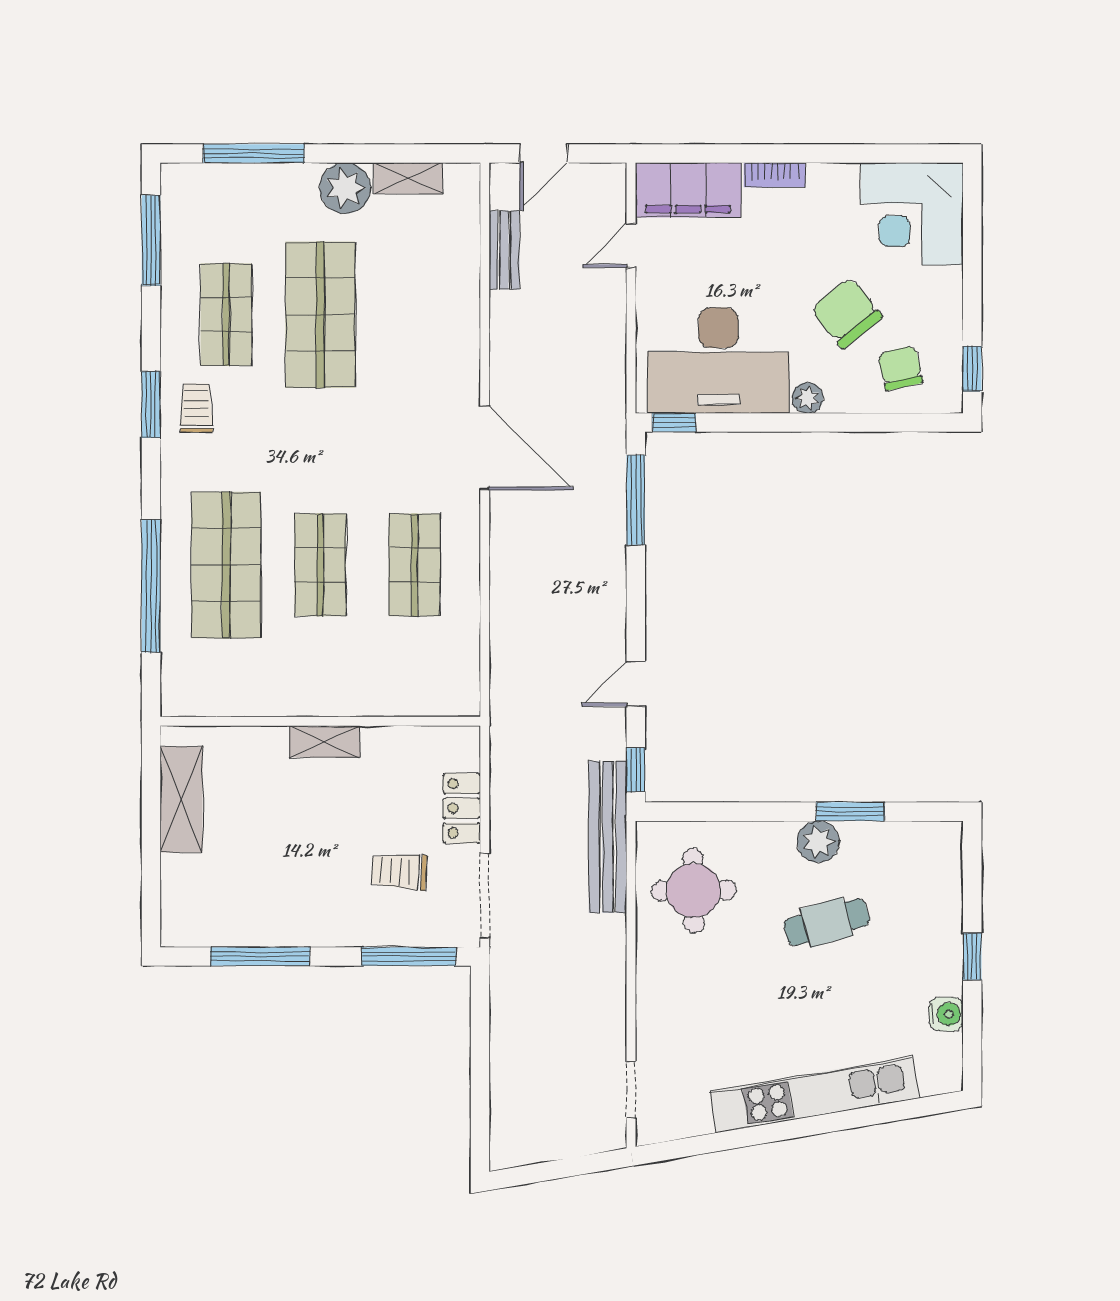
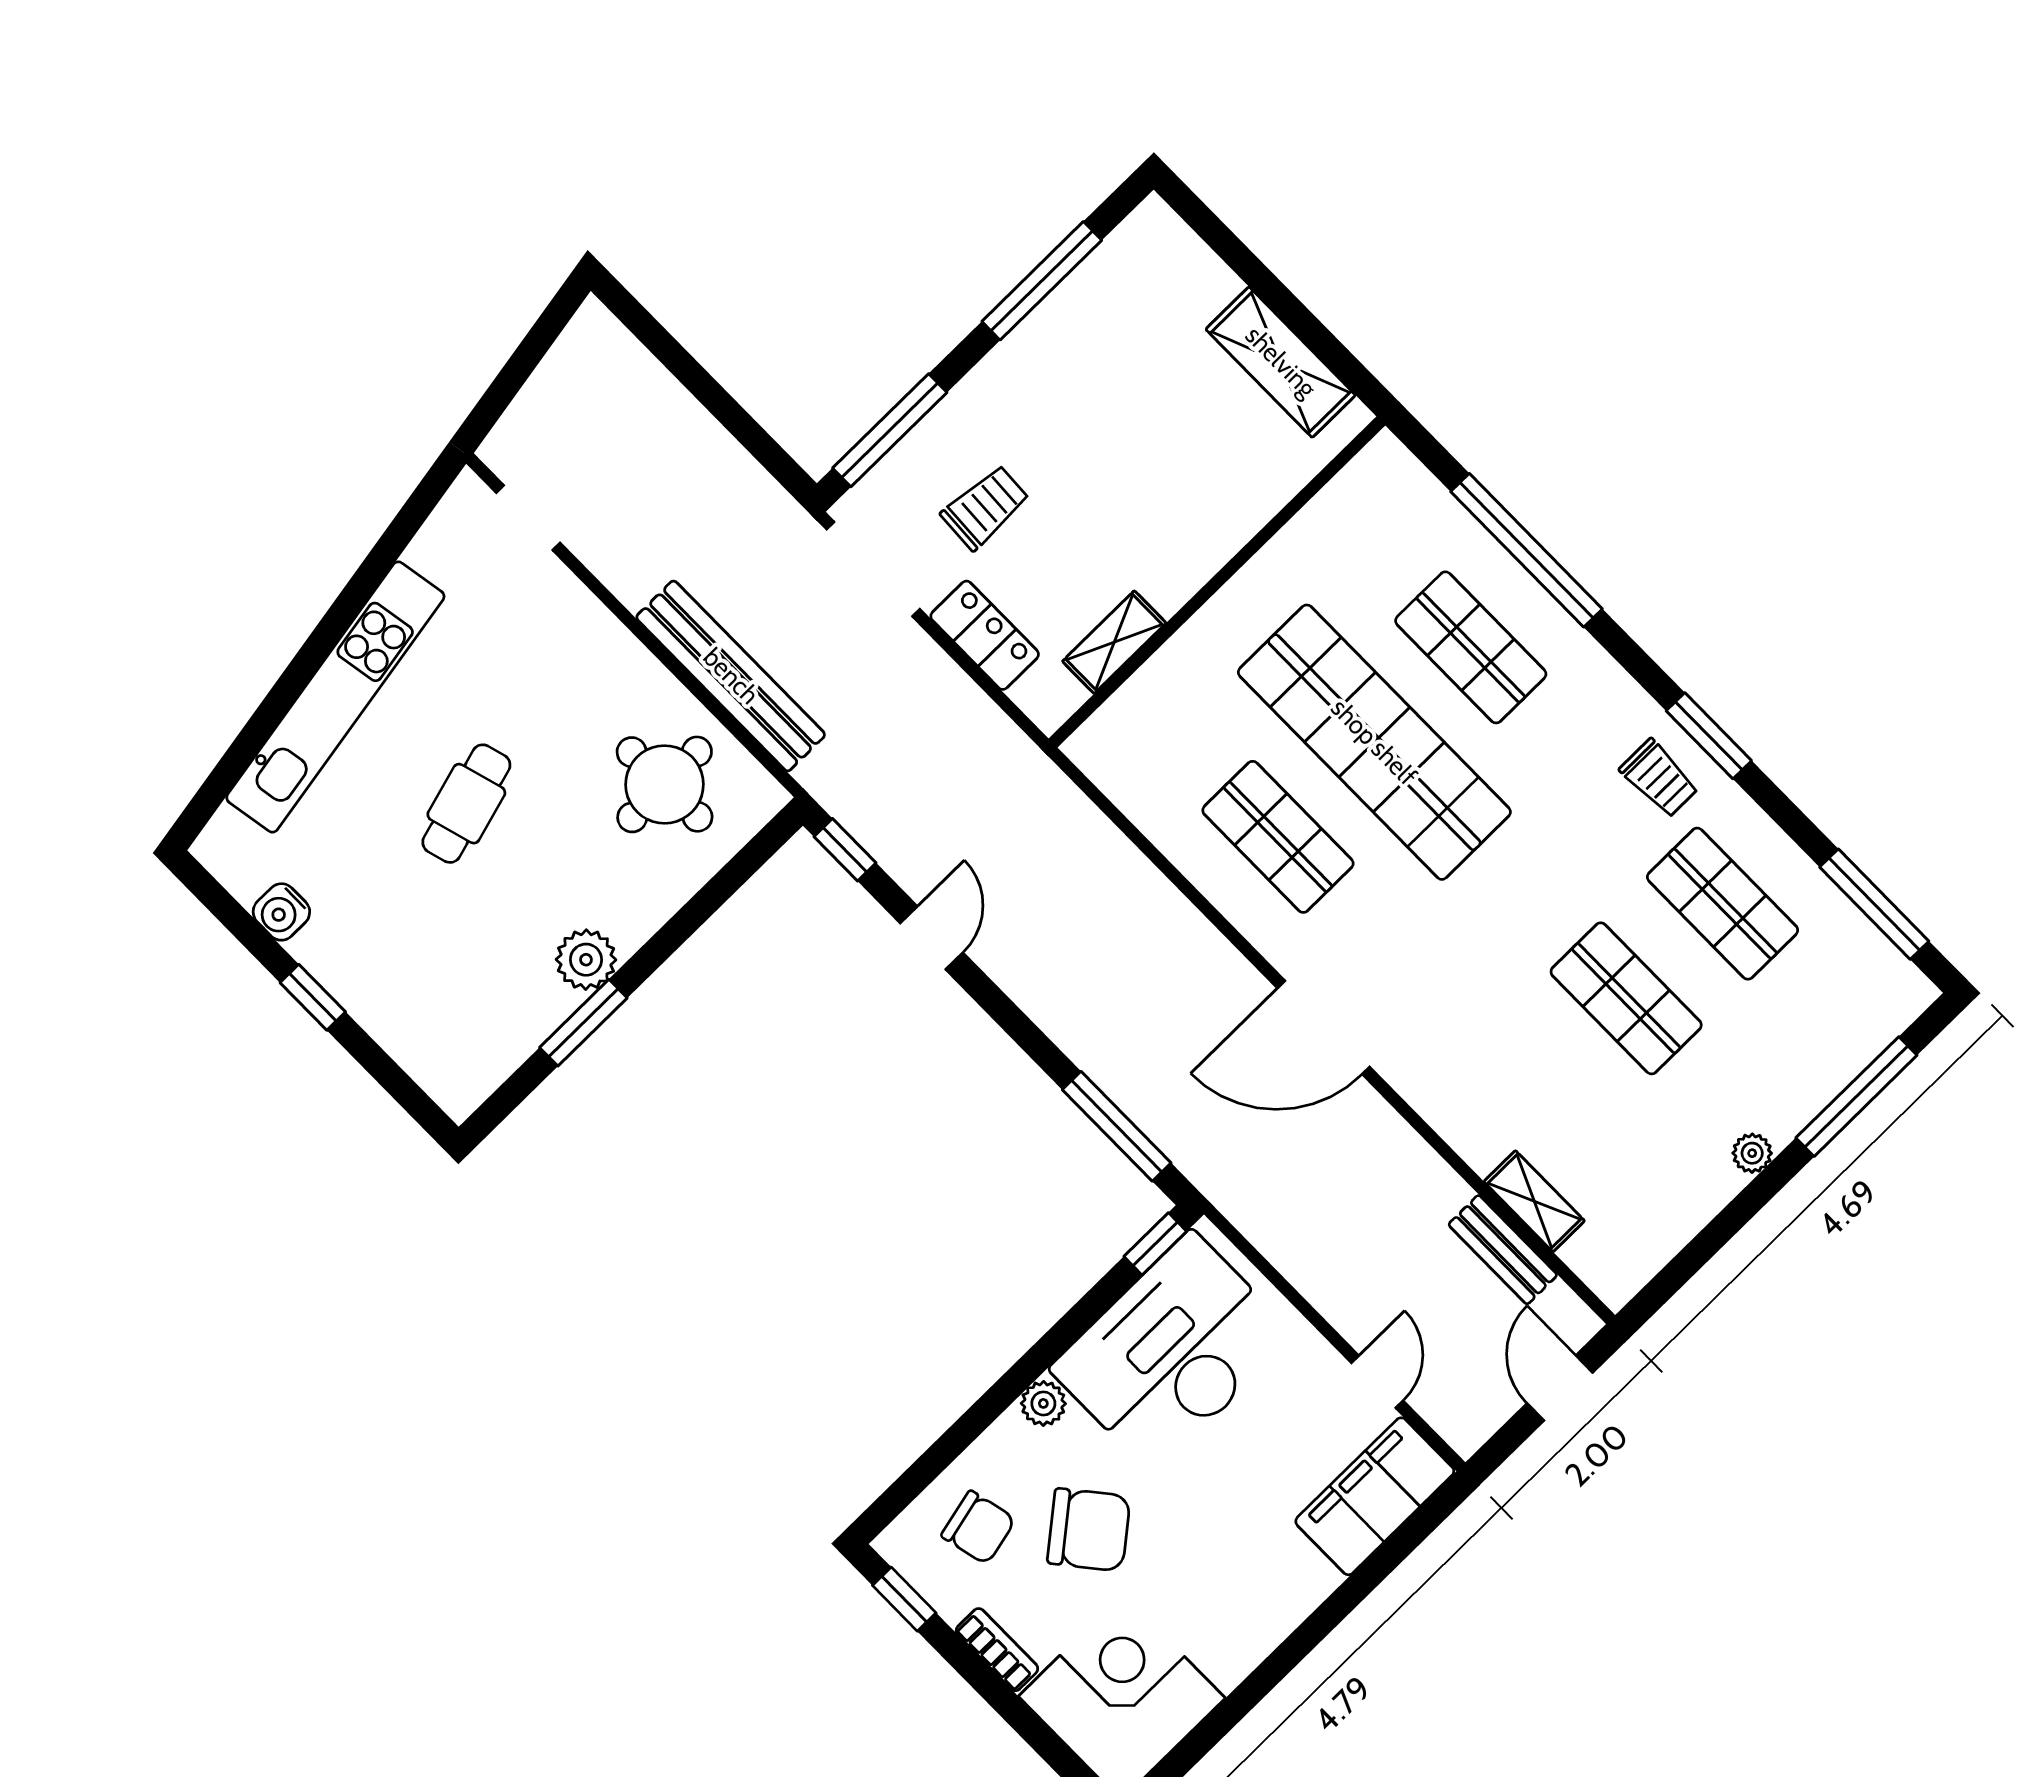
bookcase: (774, 175) -> (997, 1650), moved, turned 90
shelving: (408, 178) -> (1534, 1201), moved, turned 90
plant: (345, 188) -> (1752, 1153), width x0.53, depth x0.53
shop shelf: (320, 315) -> (1626, 998), width x0.70, depth x0.74
shop shelf: (226, 565) -> (1471, 647), width x0.70, depth x0.74
shop shelf: (320, 565) -> (1374, 742), width x2.00, depth x1.36
shelving: (325, 742) -> (1114, 642), moved
bench: (608, 837) -> (731, 676), moved
cafe table: (827, 922) -> (466, 804), moved

